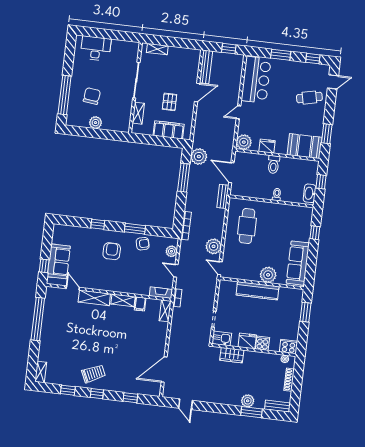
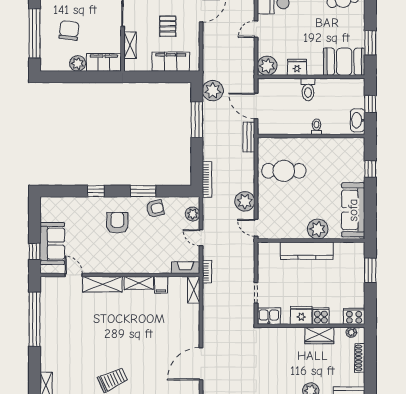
filing cabinet: (116, 124) -> (104, 62), added
cafe table: (247, 226) -> (284, 171), turned 90
wardrobe: (232, 355) -> (319, 336), moved

